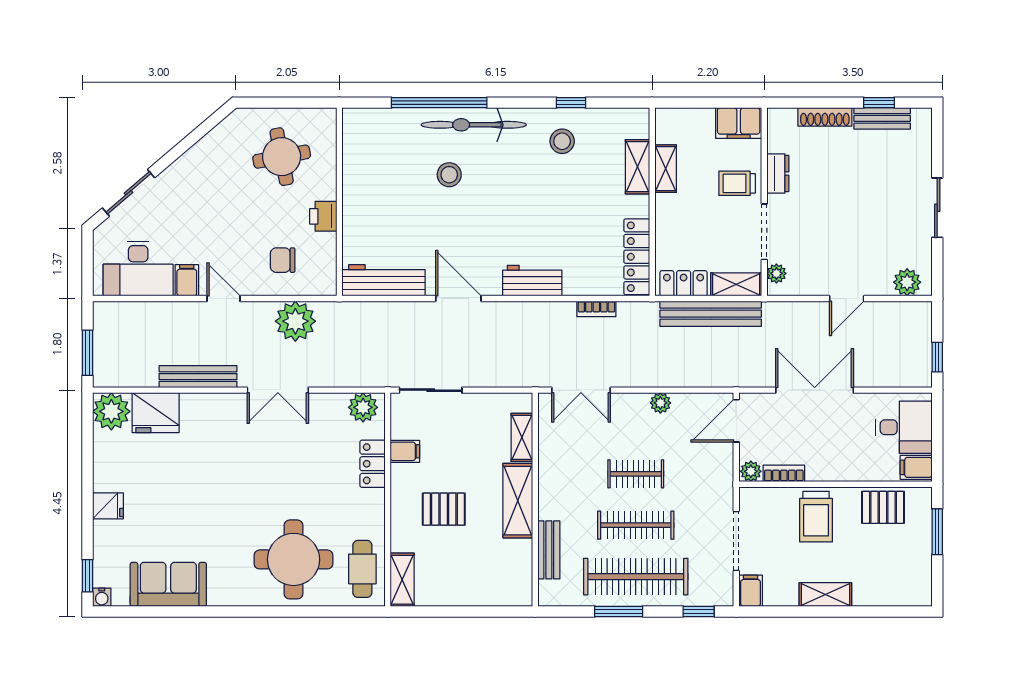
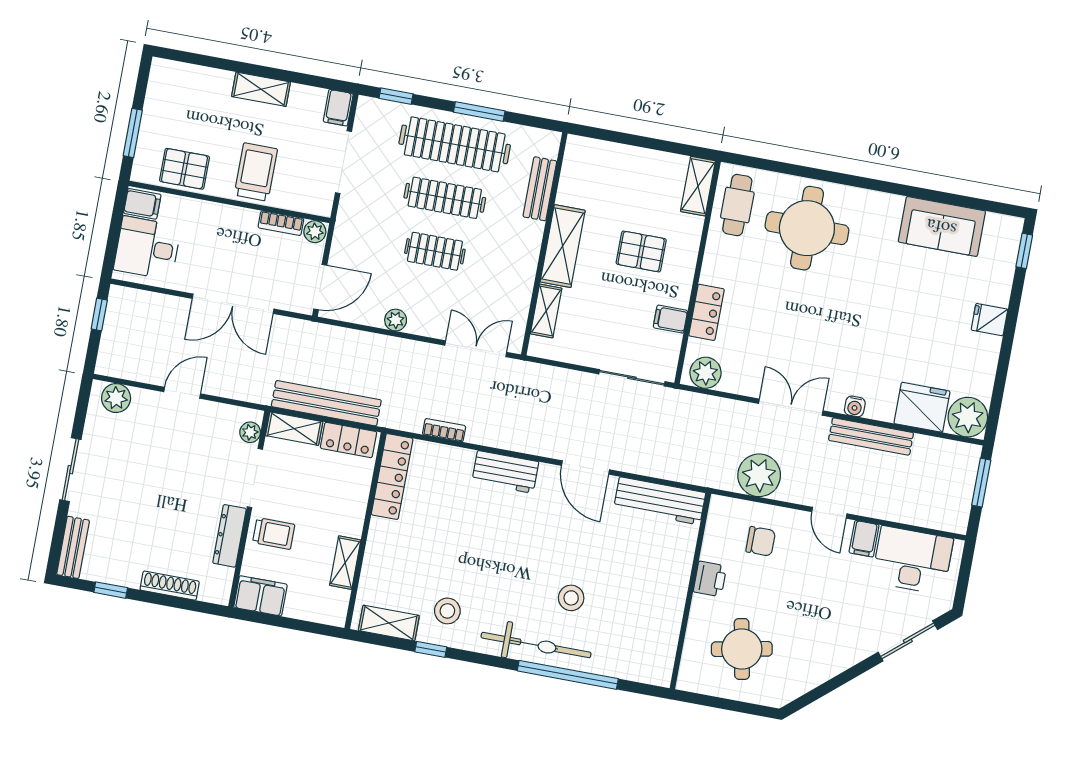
bench: (882, 118) -> (73, 547), moved, turned 90
shelving: (638, 167) -> (389, 623), moved, turned 90
dresser: (778, 174) -> (229, 536), width x1.44
water cooler: (102, 597) -> (855, 406), moved, turned 180

